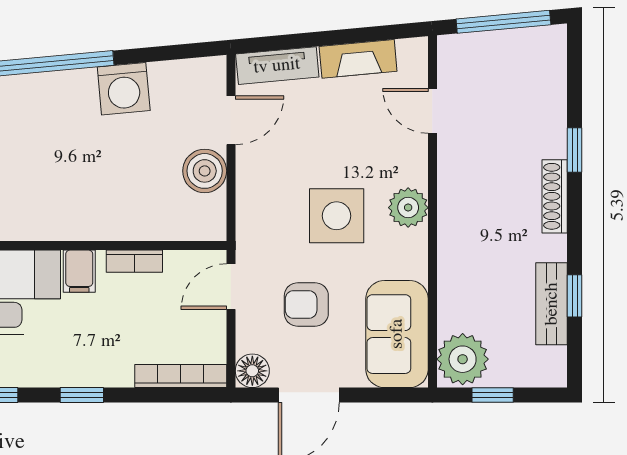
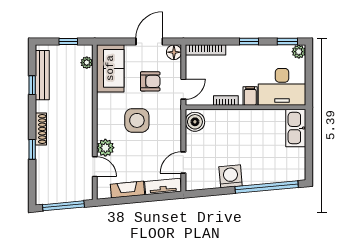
boiler: (205, 171) -> (195, 122), moved
plant: (408, 208) -> (105, 148), moved
bench: (552, 304) -> (42, 75), width x1.36
plant: (463, 359) -> (87, 63), width x0.53, depth x0.53

